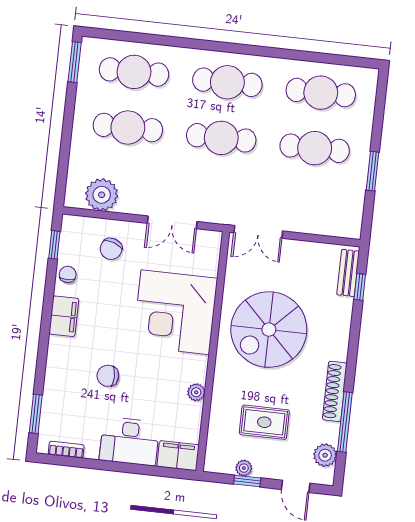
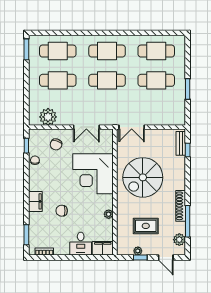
filing cabinet: (64, 316) -> (35, 201), moved
desk: (129, 441) -> (81, 244), width x0.73

